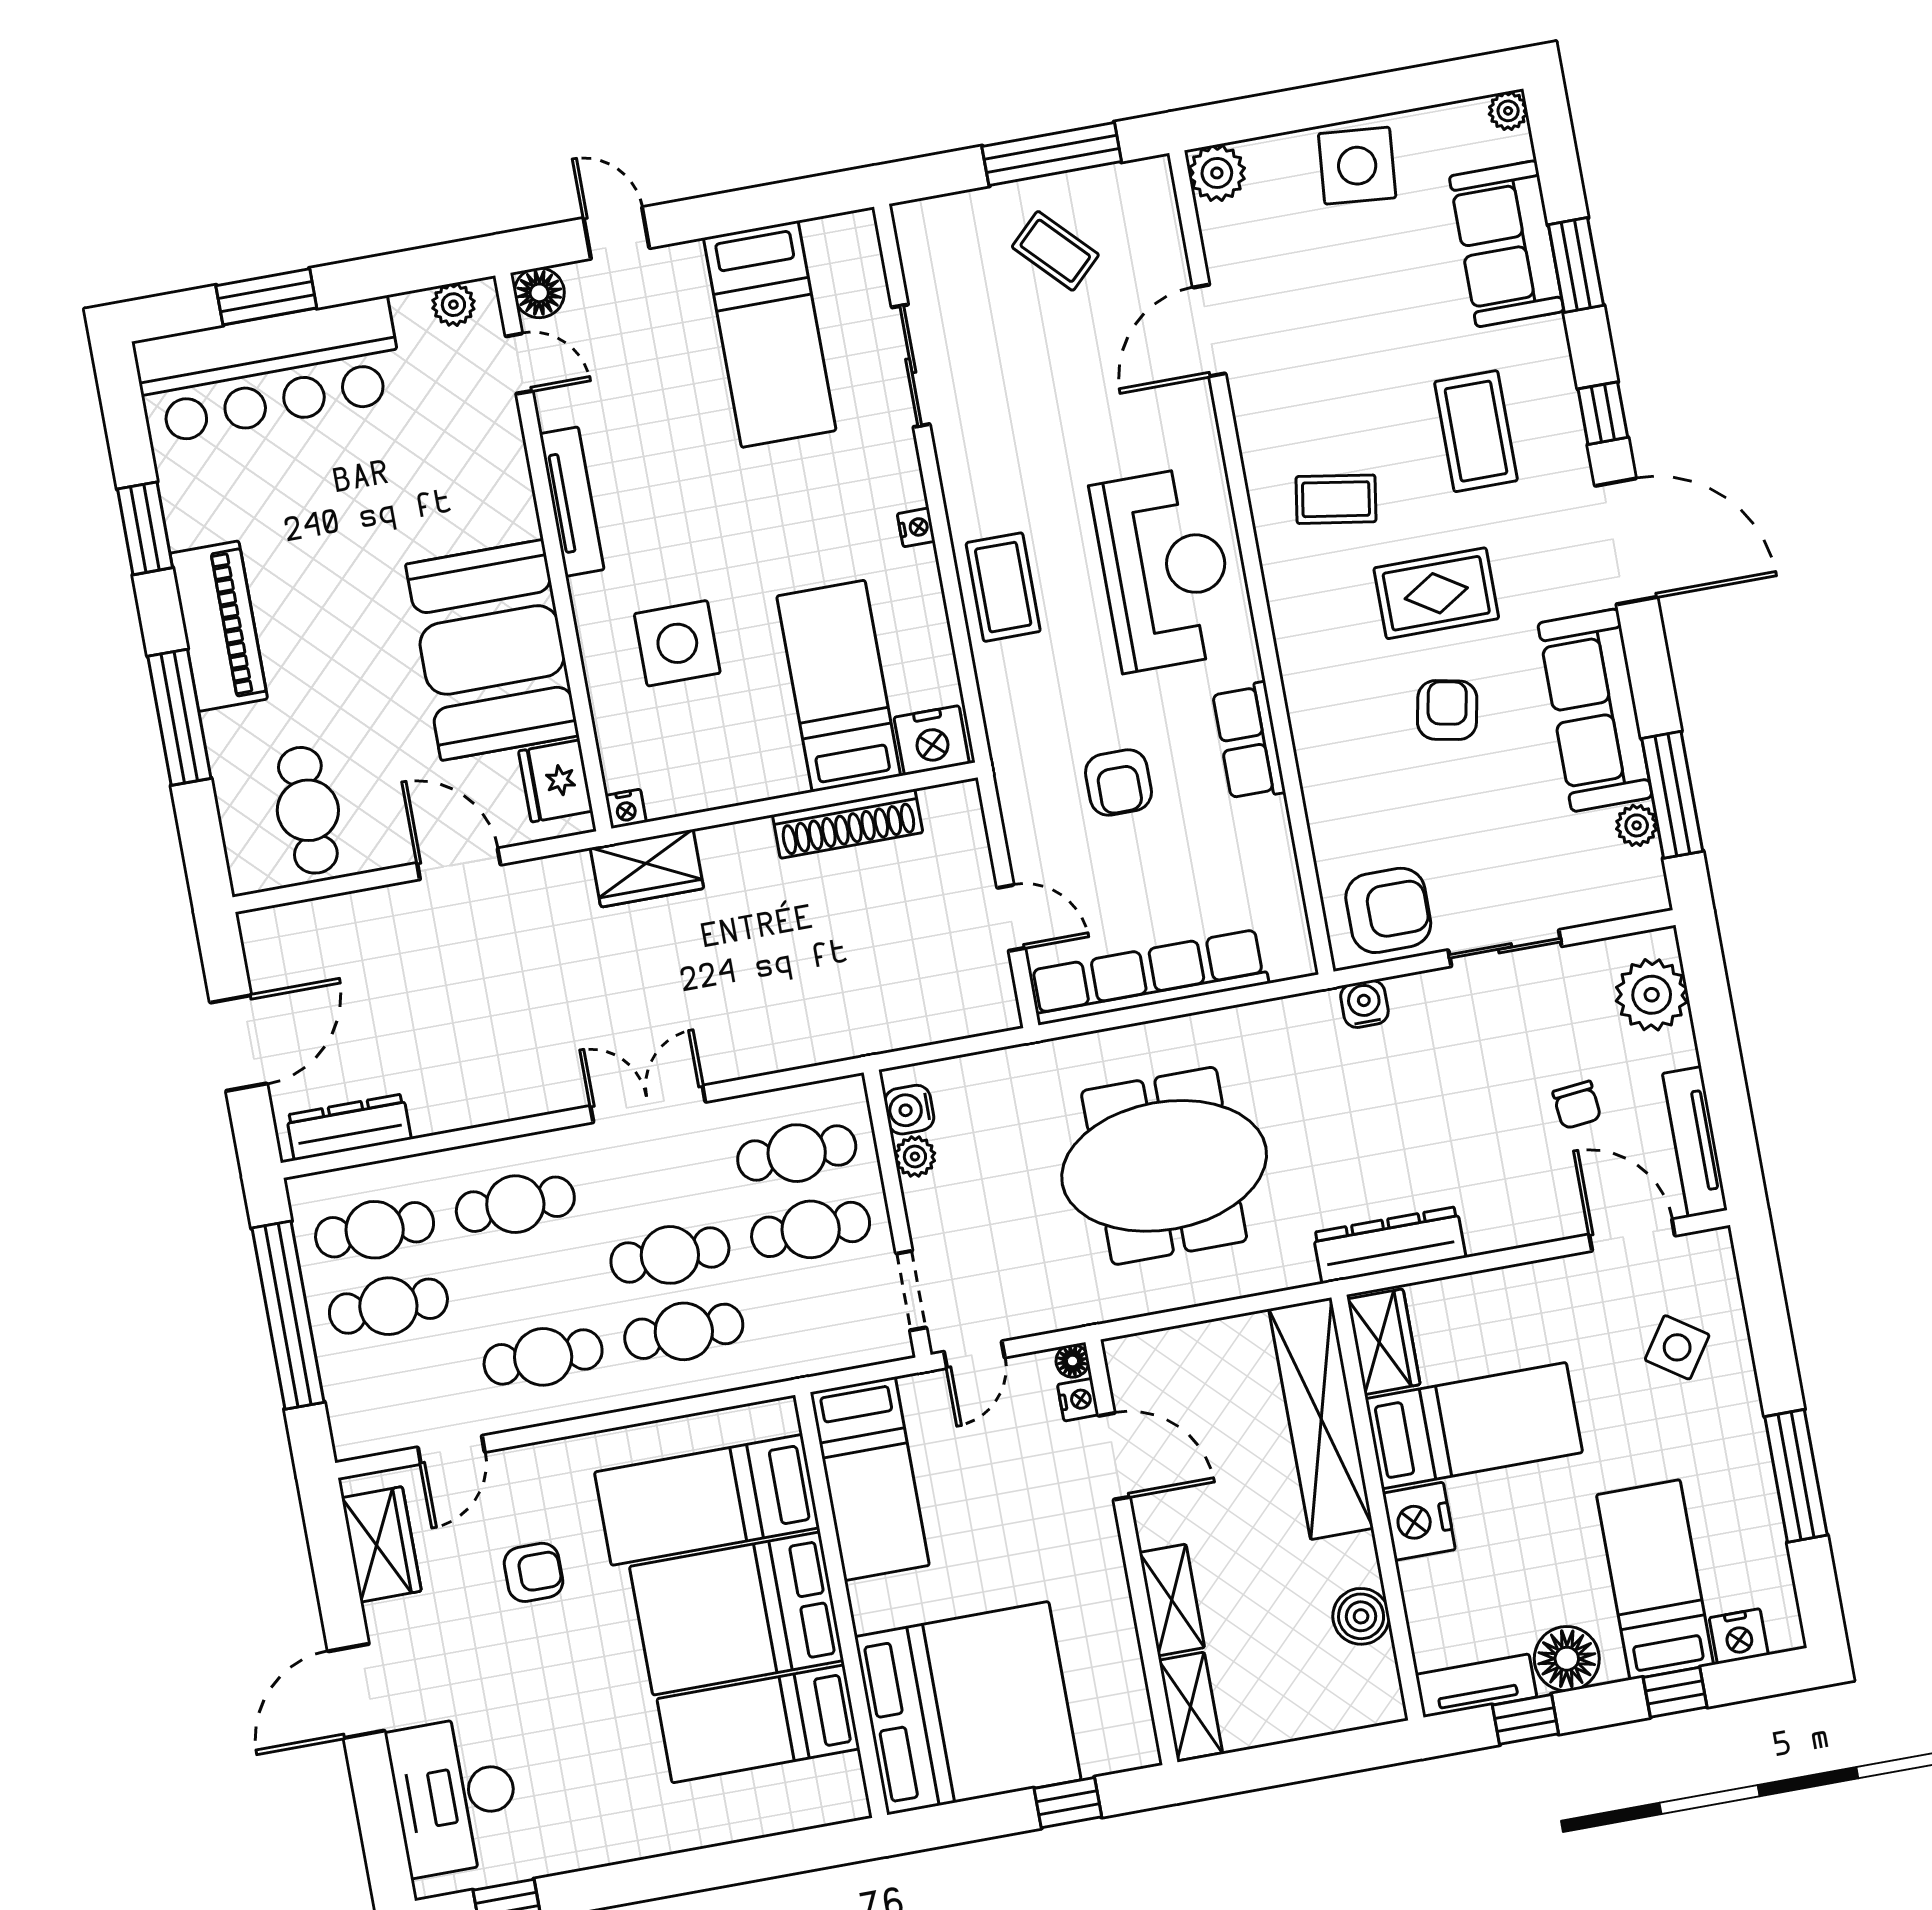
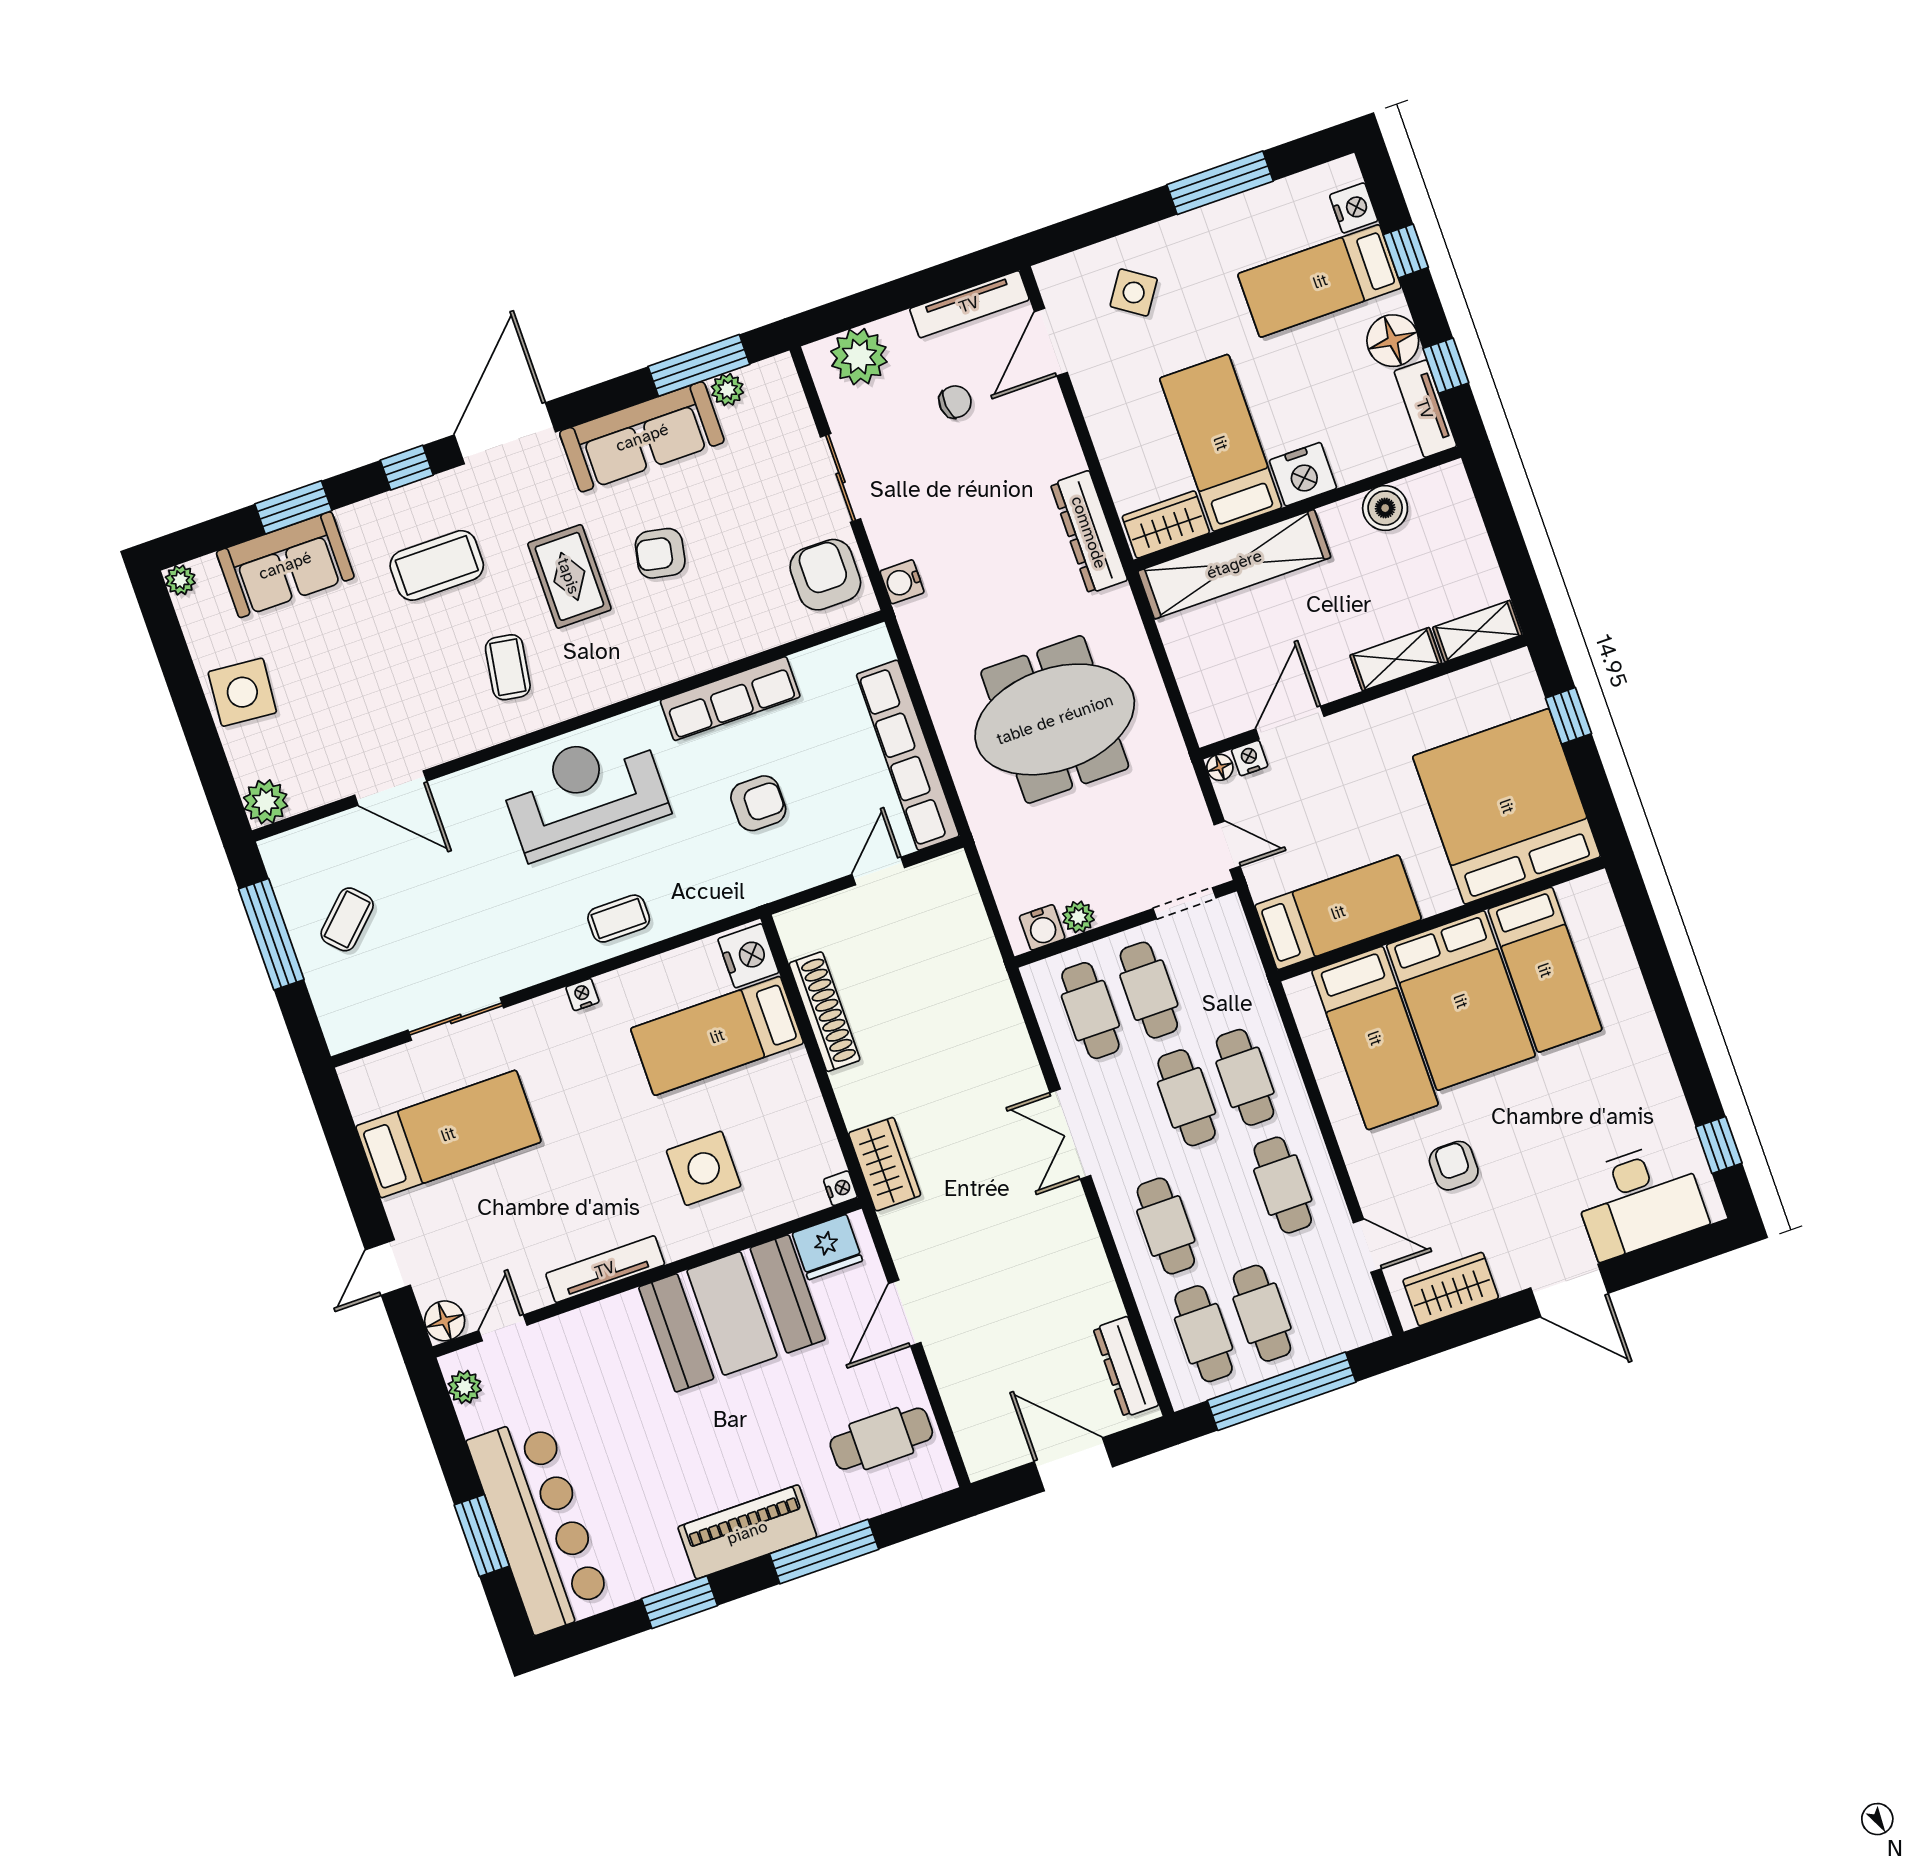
coffee table: (1003, 587) -> (619, 919), width x0.73, depth x0.77
row of seats: (1249, 742) -> (730, 699), width x1.48
meeting table: (1164, 1166) -> (1055, 719), turned 90

